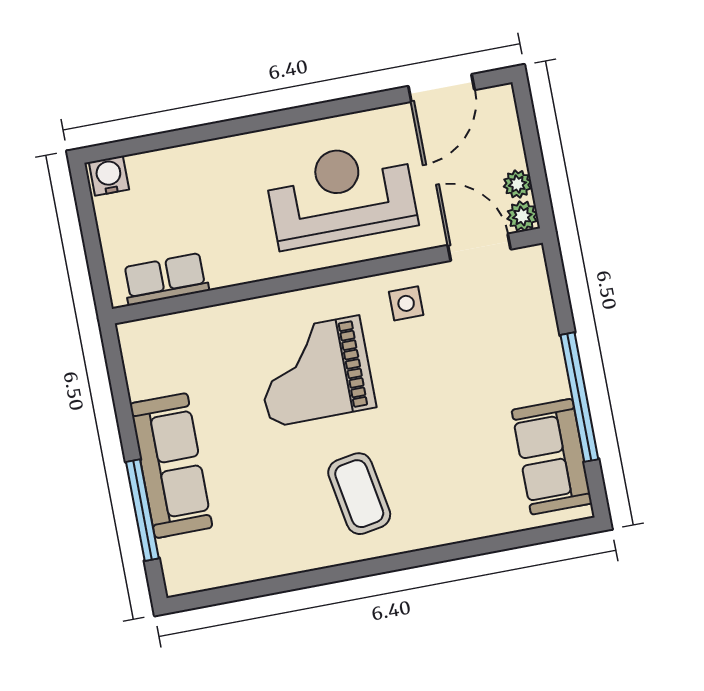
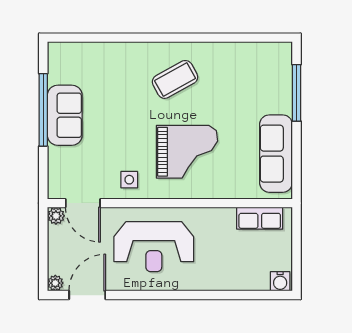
plant: (517, 184) -> (55, 283), moved
sofa: (552, 457) -> (65, 115), moved
sofa: (171, 466) -> (276, 154), moved
coffee table: (359, 494) -> (175, 79), turned 71

